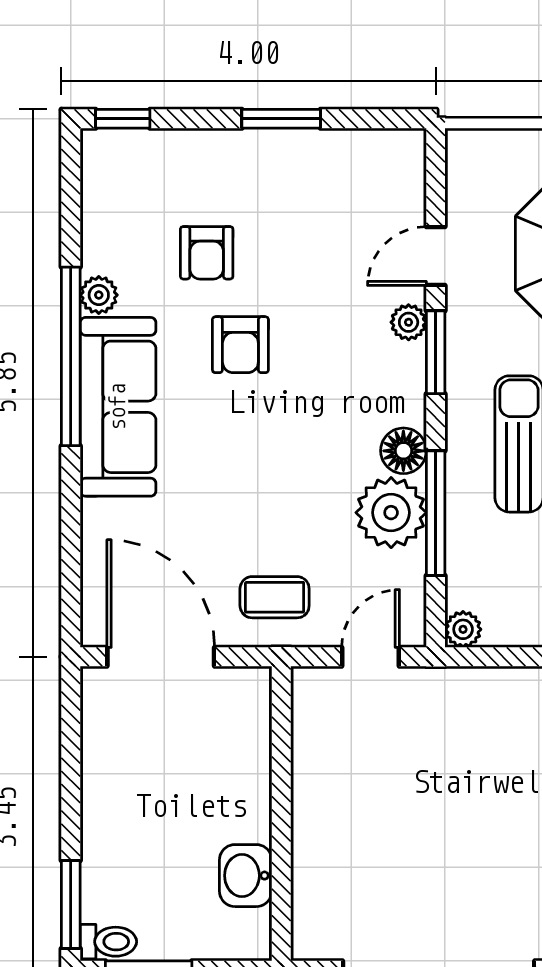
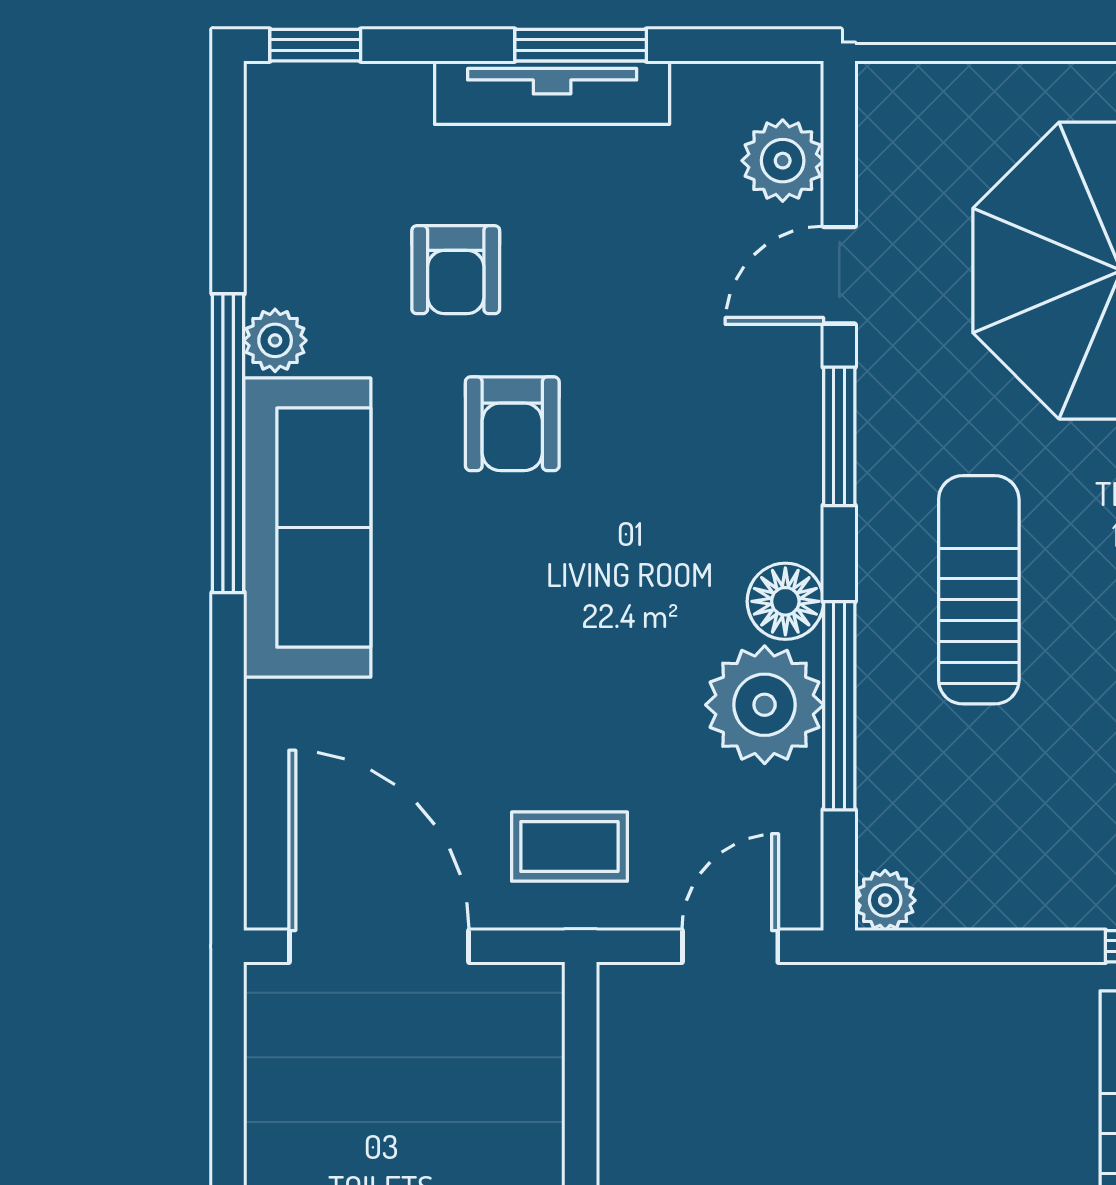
tv unit: (264, 147) -> (552, 93), added
plant: (409, 322) -> (783, 161), moved, width x1.38, depth x1.38

